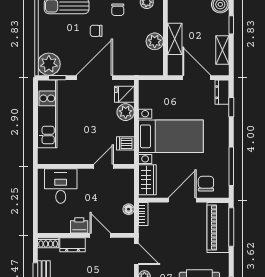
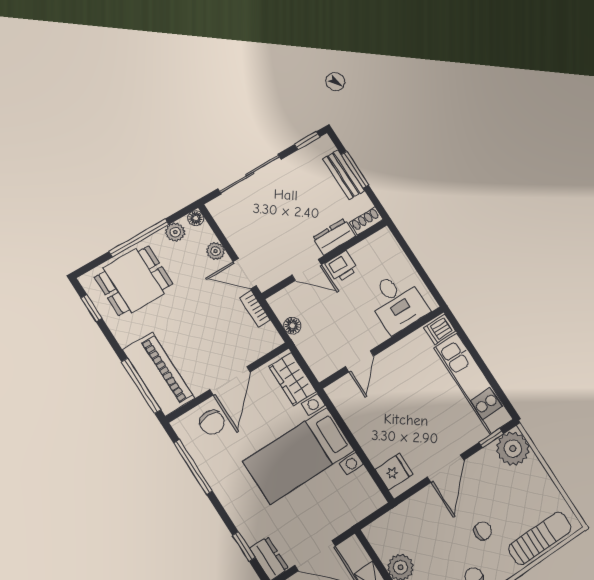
door: (94, 78) -> (446, 468), width x0.73
plant: (126, 112) -> (378, 449), removed
dishwasher: (125, 143) -> (440, 329), moved, turned 180
bookcase: (143, 214) -> (255, 309), moved

